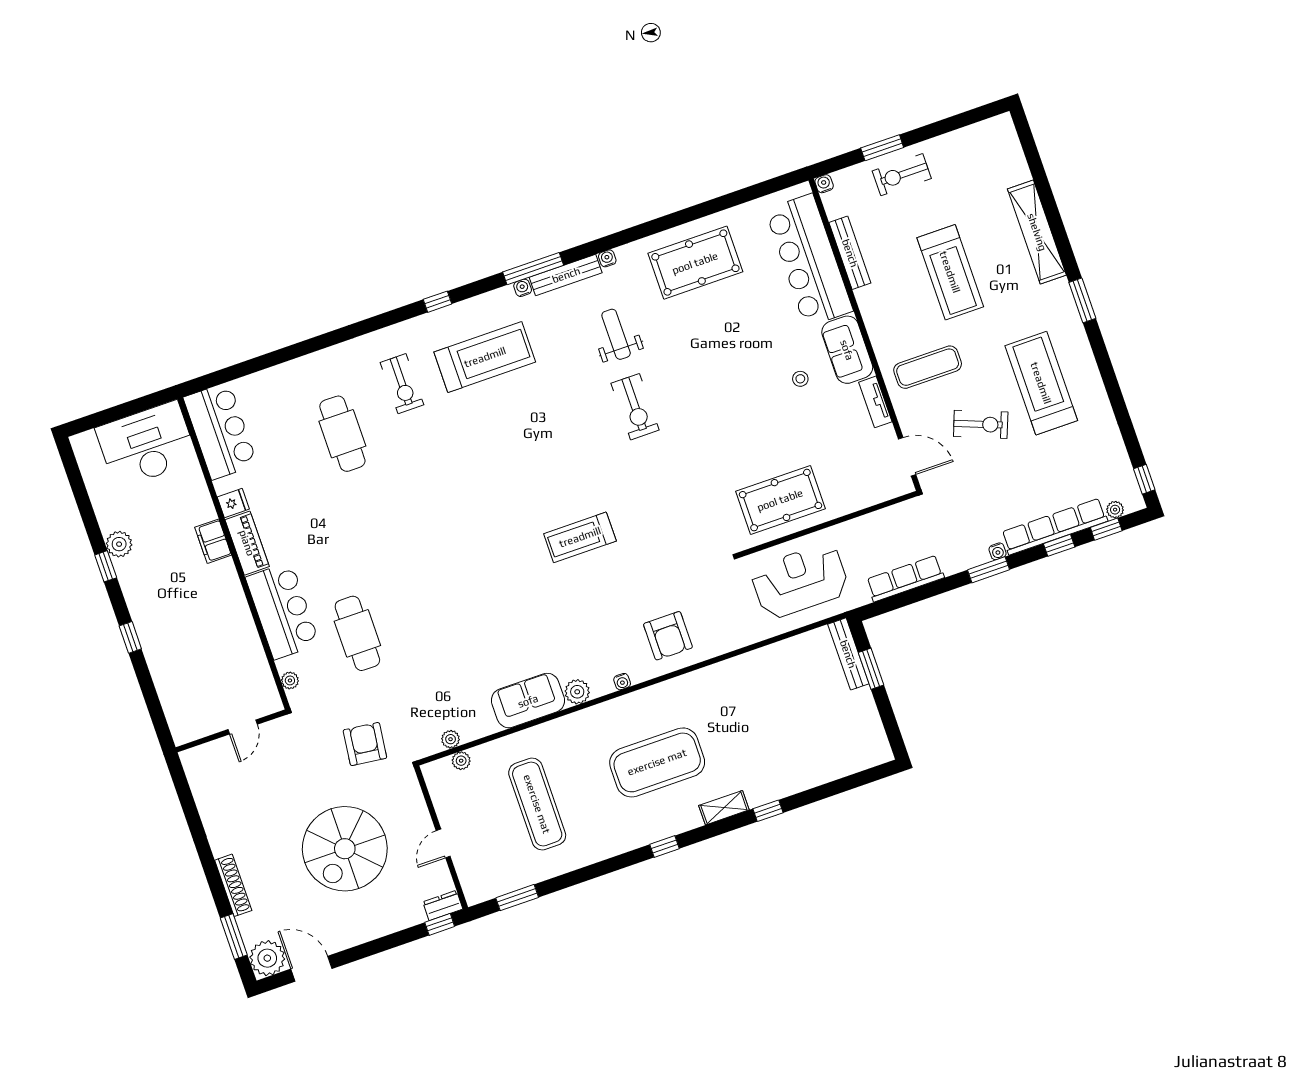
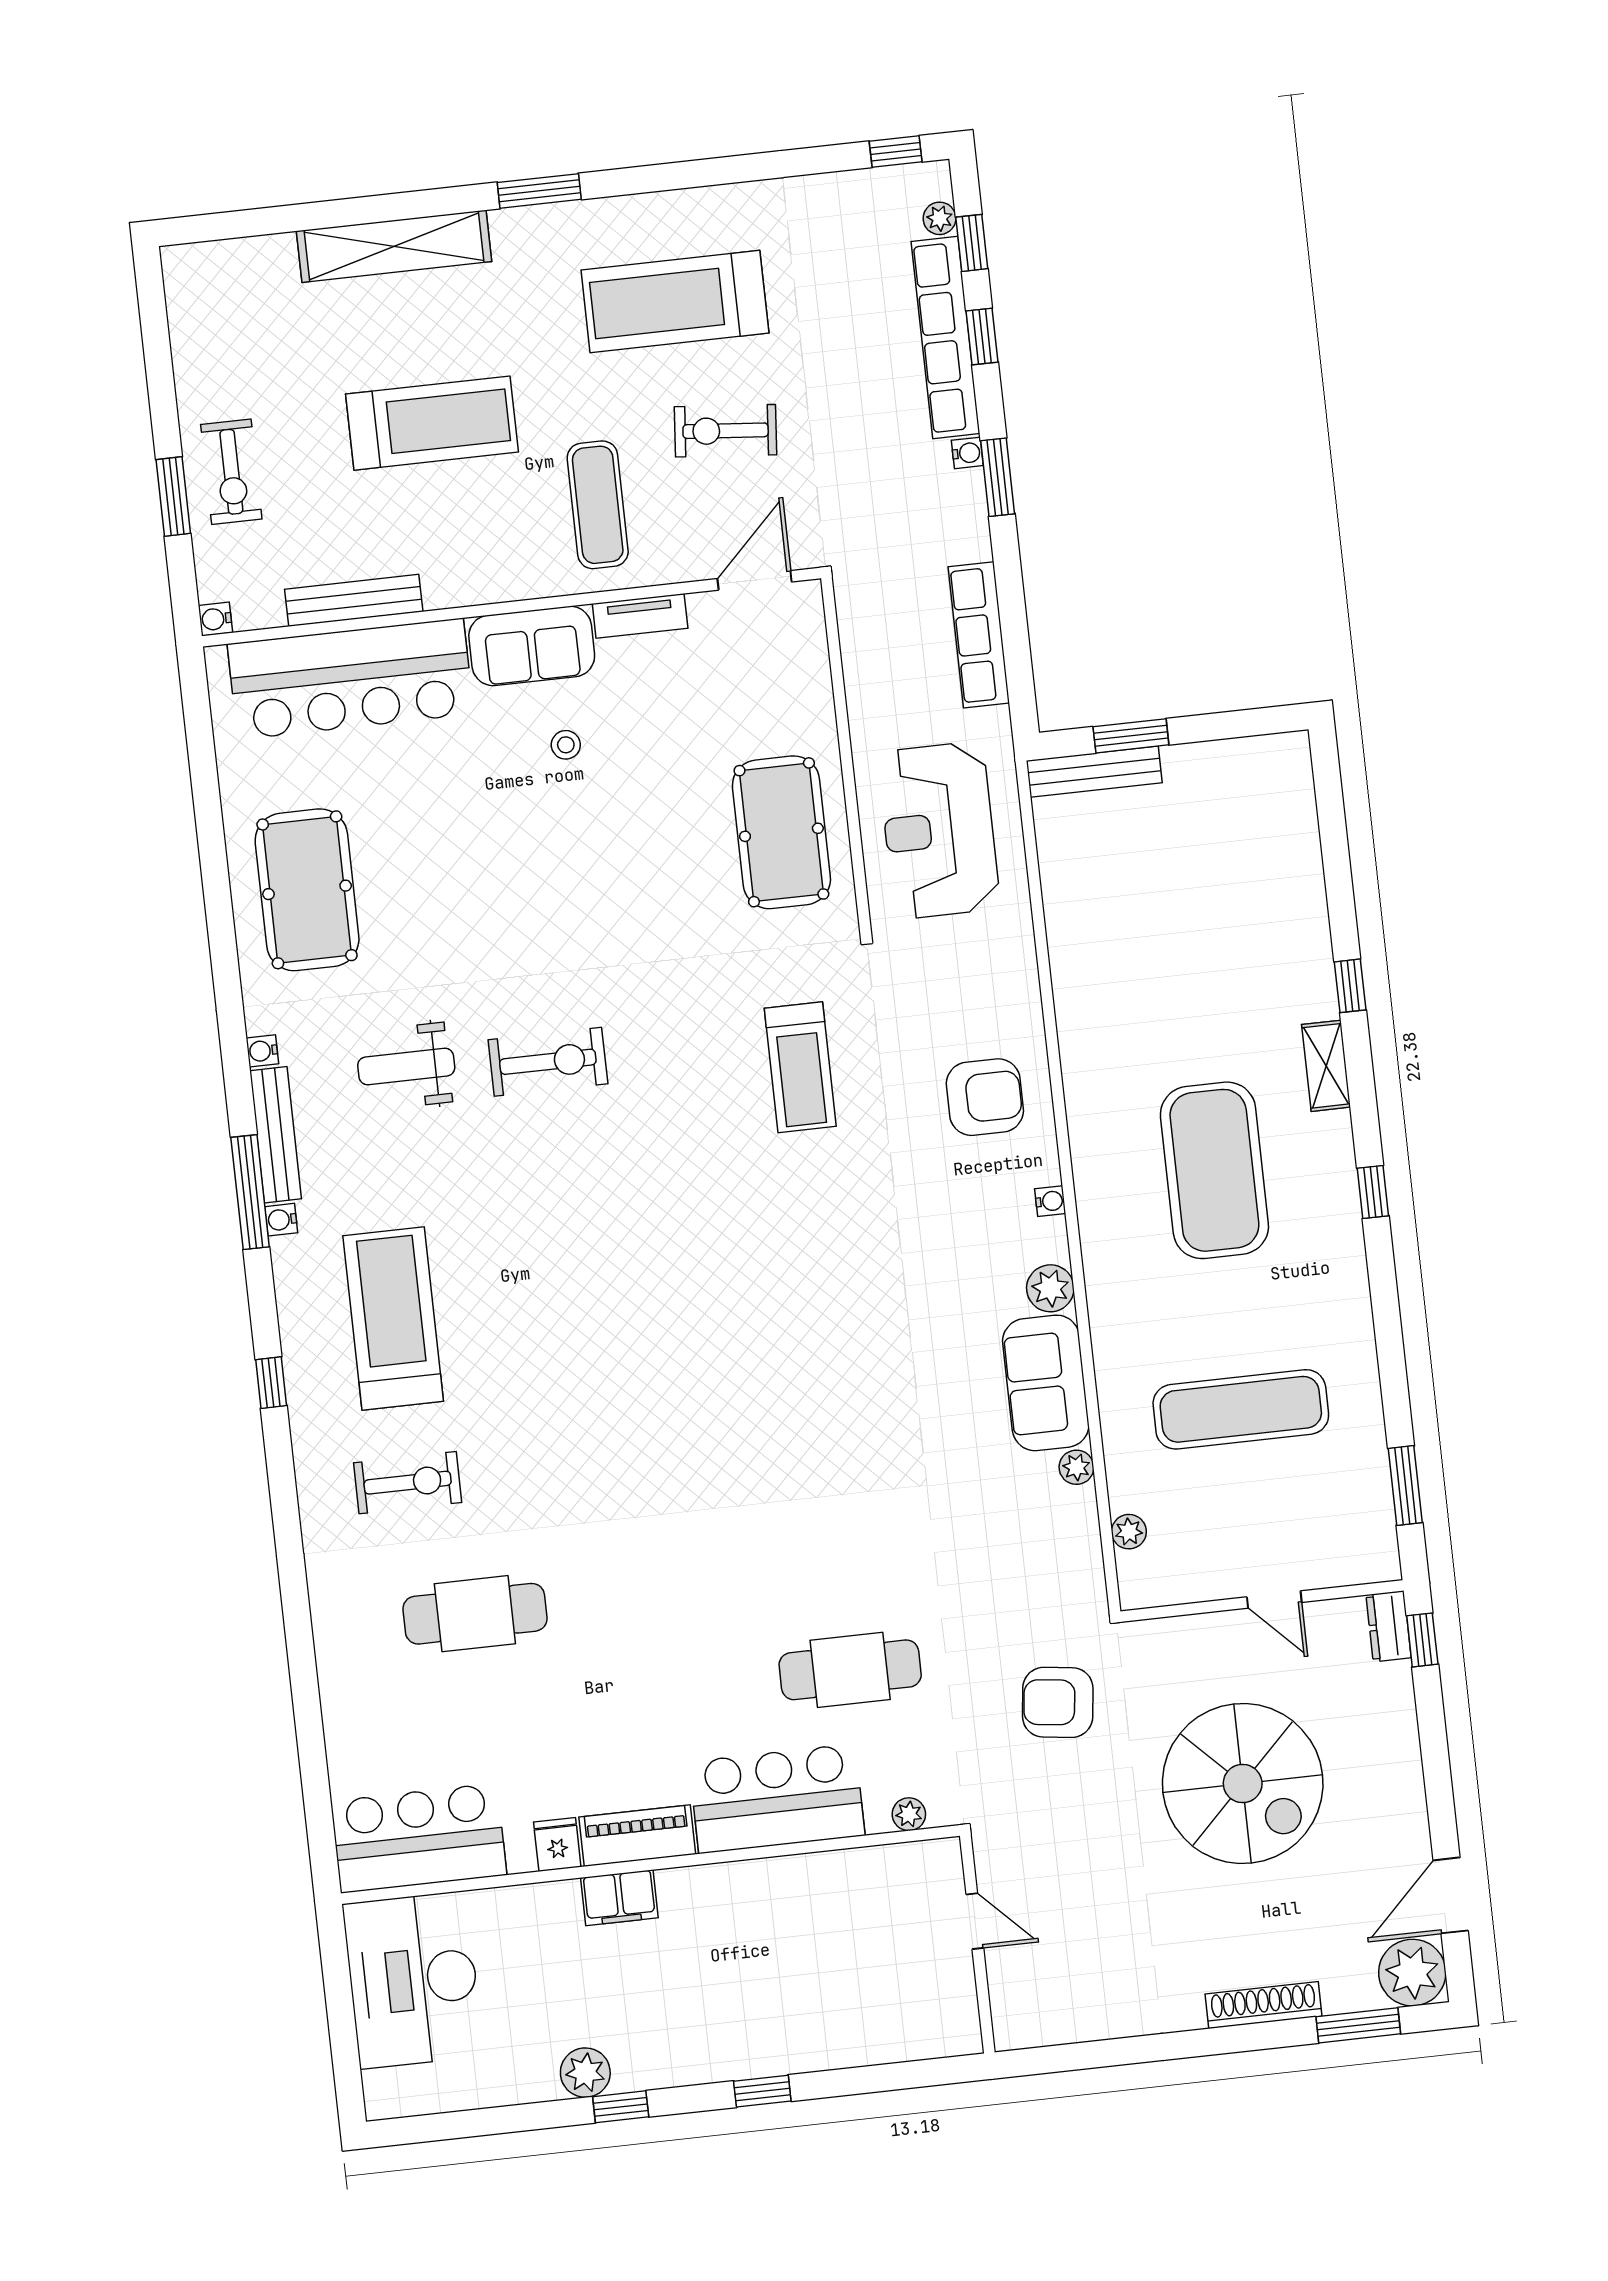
exercise bike: (981, 424) -> (726, 431), turned -106
treadmill: (580, 537) -> (800, 1067), moved
plant: (451, 739) -> (1076, 1467), moved

